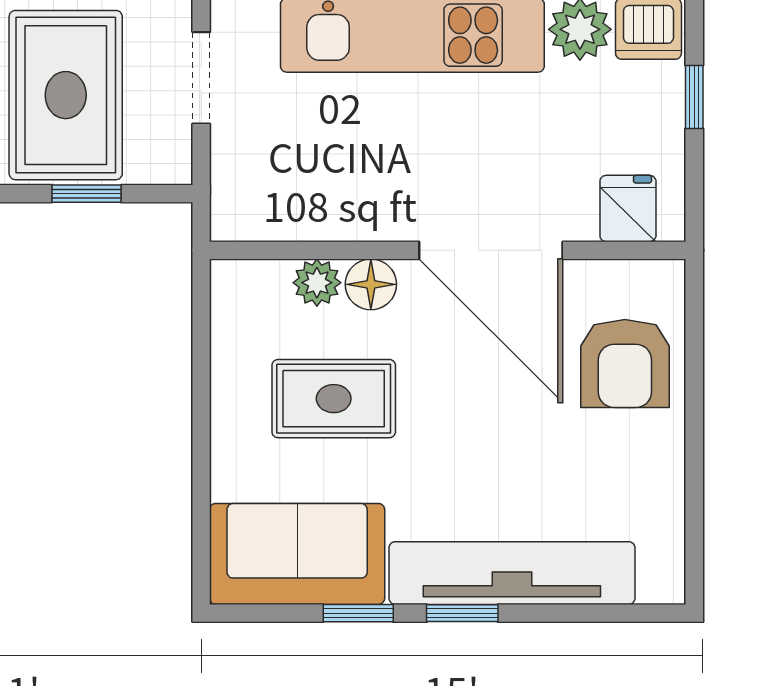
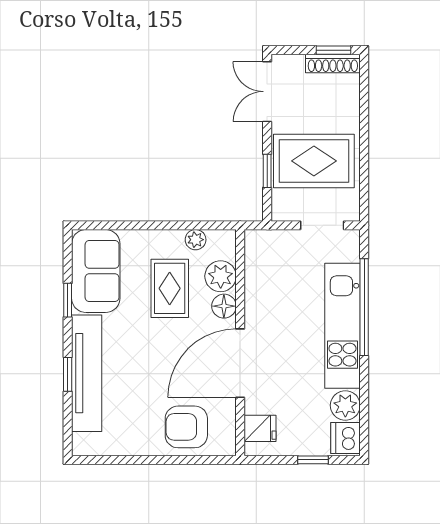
plant: (317, 283) -> (221, 276), width x1.38, depth x1.38
plant: (231, 344) -> (196, 240), added
window: (462, 613) -> (68, 374), moved

